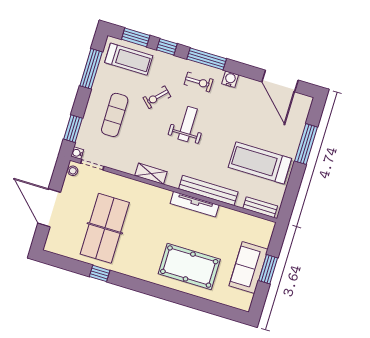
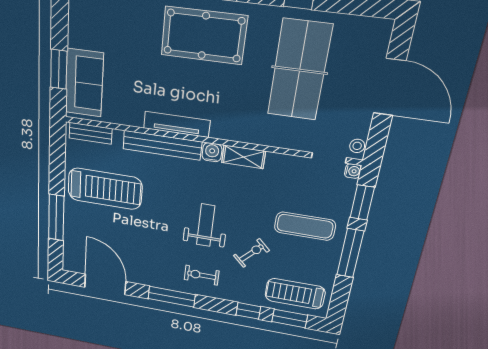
window: (207, 59) -> (172, 297), moved
window: (91, 69) -> (350, 253), moved
water cooler: (230, 79) -> (212, 152), moved, turned 180
exercise mat: (115, 115) -> (305, 226), turned 90
weight bench: (188, 124) -> (206, 225), turned 180
pool table: (189, 267) -> (204, 36), moved
sofa: (248, 268) -> (84, 83), moved
window: (268, 269) -> (59, 69), moved

